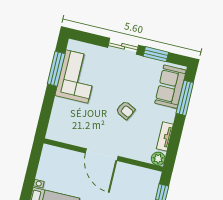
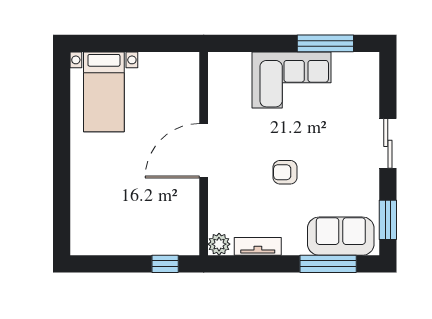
window: (156, 54) -> (388, 220), moved
corner sofa: (77, 77) -> (292, 80), moved
armchair: (126, 110) -> (285, 172), turned 63

